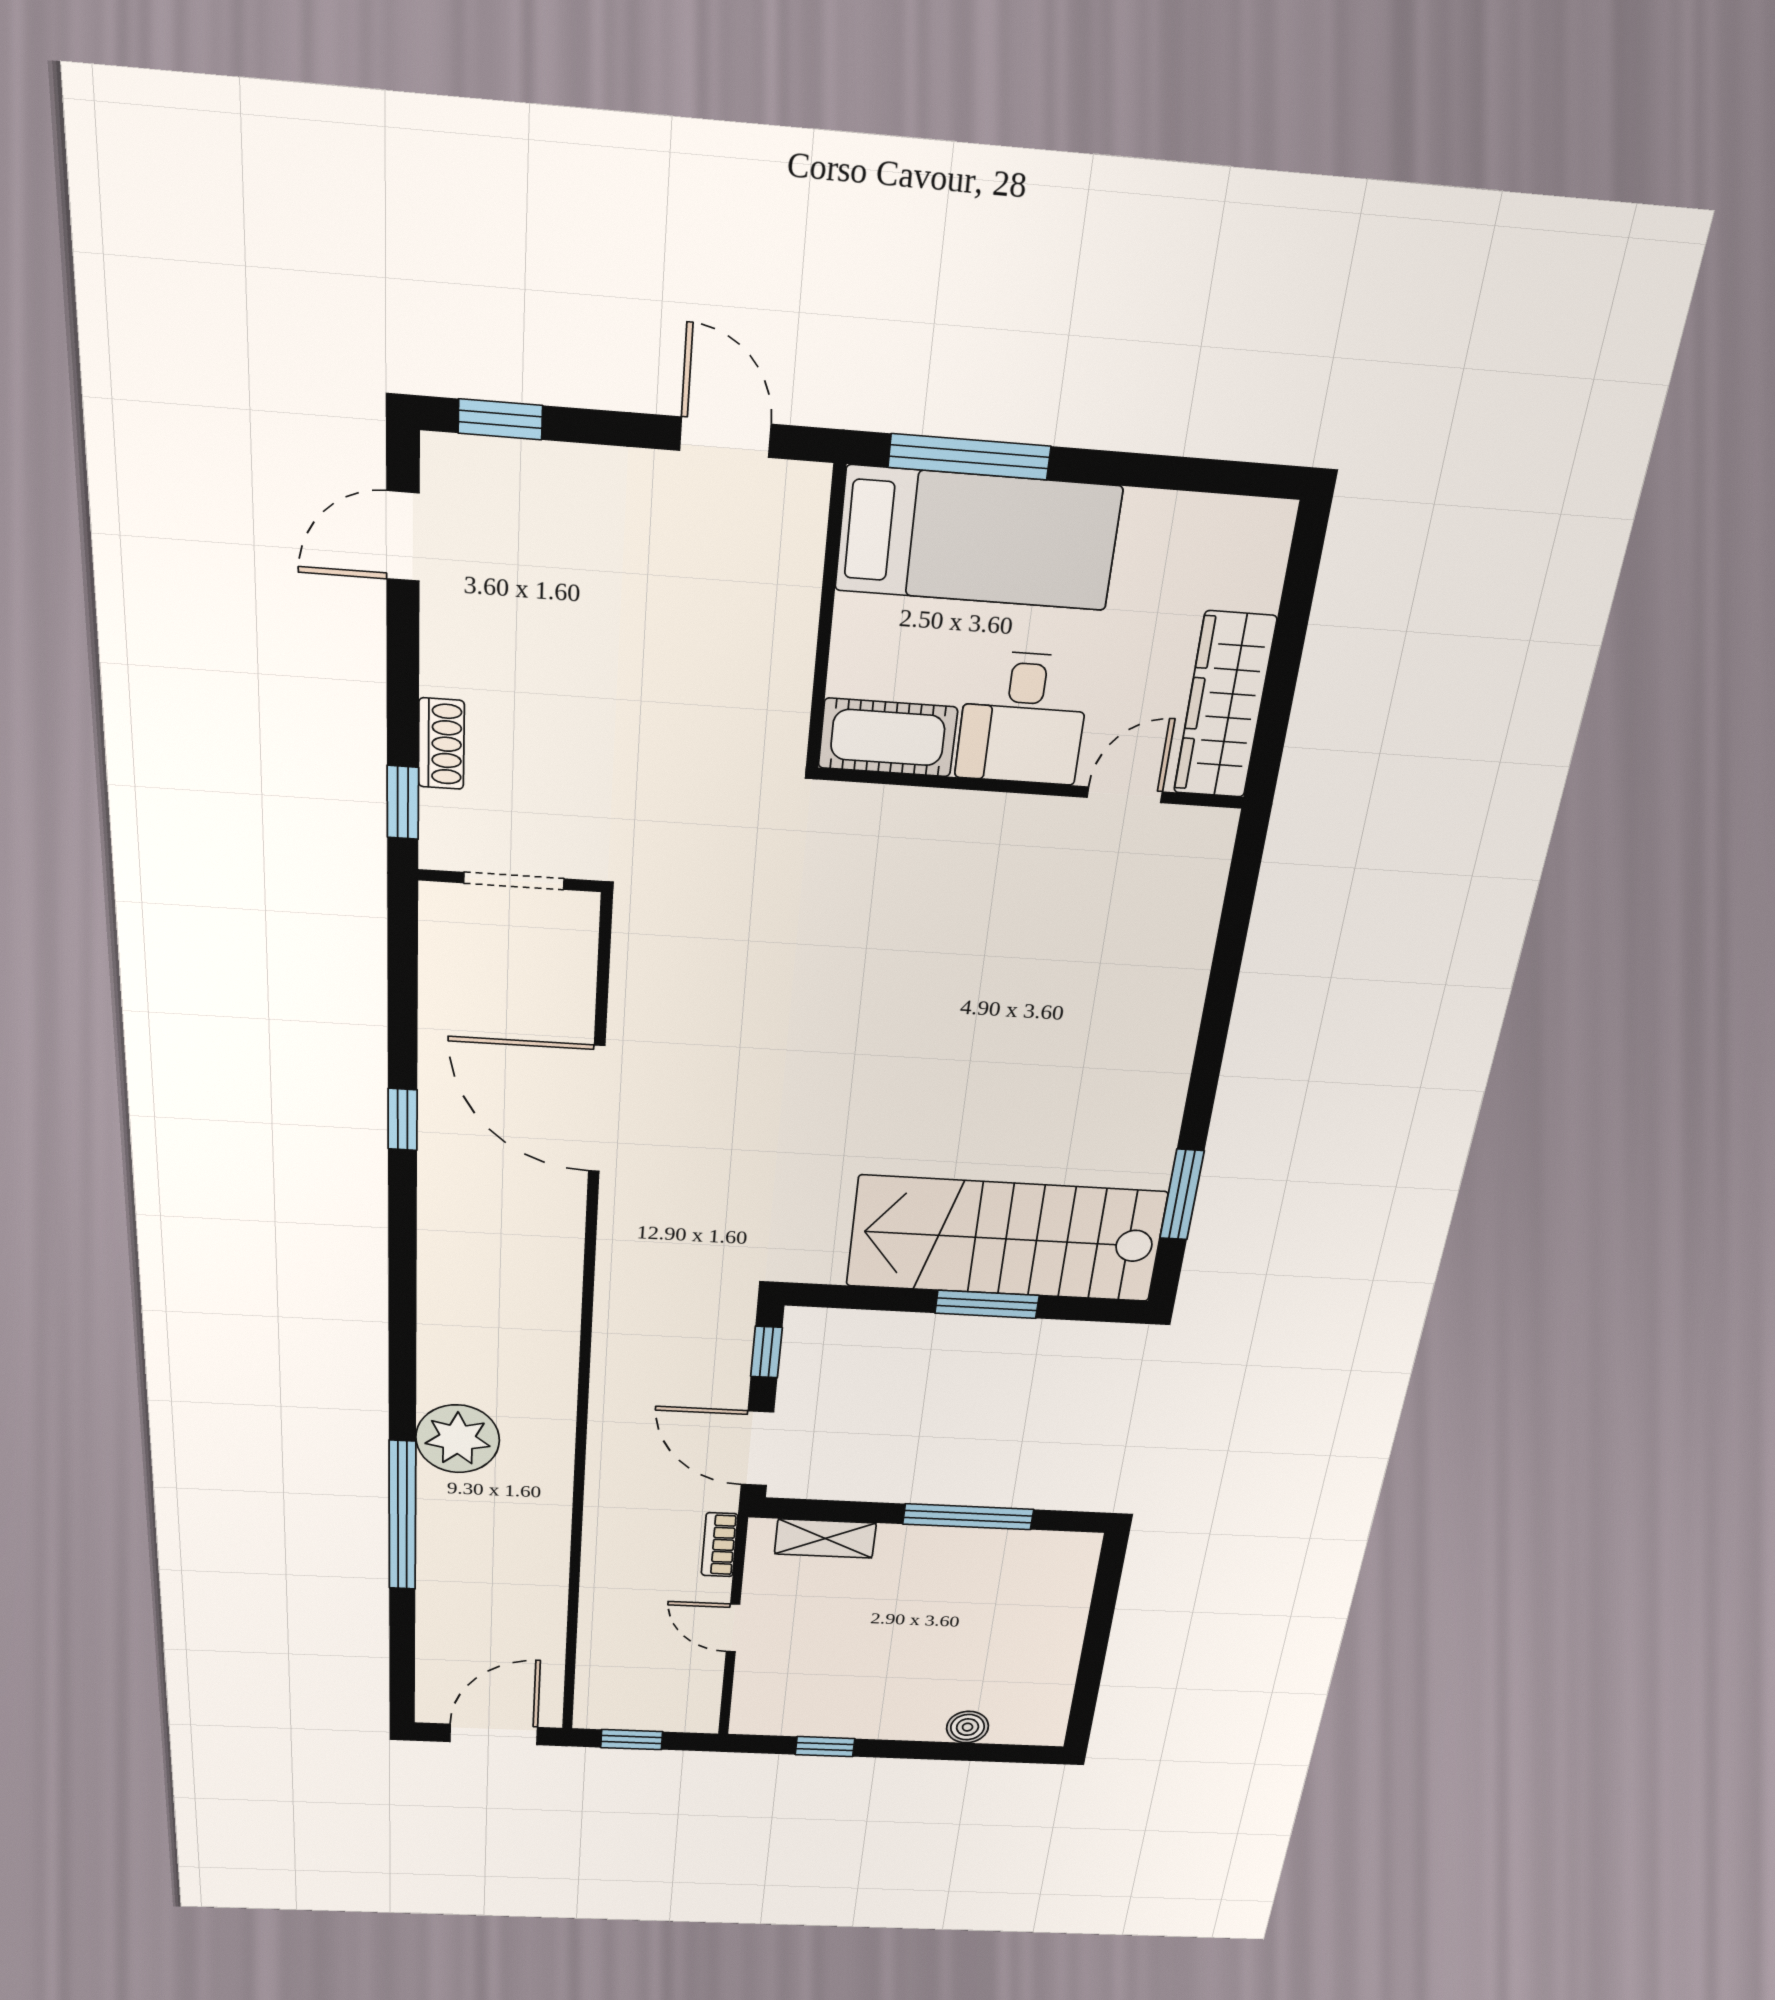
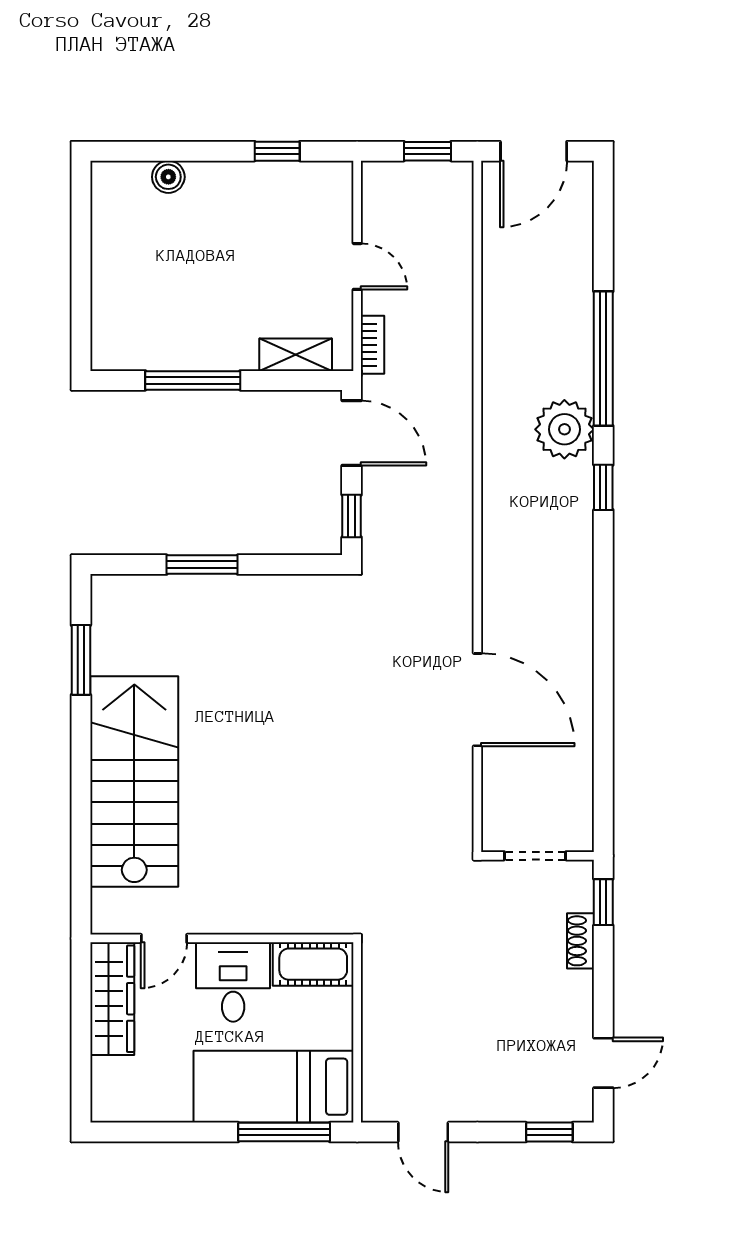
window: (403, 1119) -> (603, 487), moved
stairs: (1006, 1239) -> (134, 781), moved, turned -90

